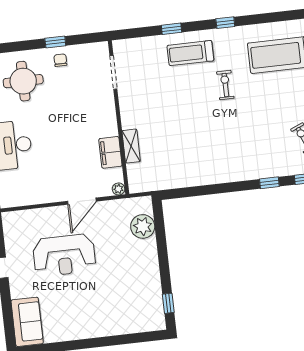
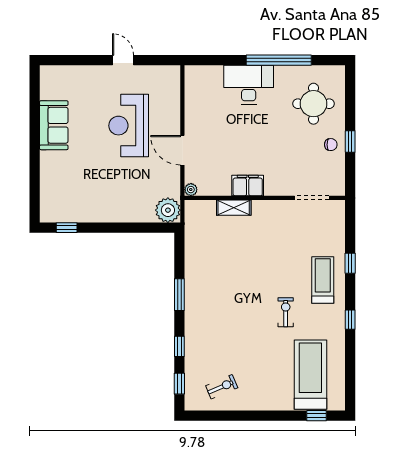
exercise bike: (225, 85) -> (286, 312), turned -90
filing cabinet: (110, 152) -> (248, 185), moved
window: (220, 188) -> (179, 295), added
plant: (143, 226) -> (168, 210), moved
sofa: (27, 322) -> (54, 125), moved, turned -90

